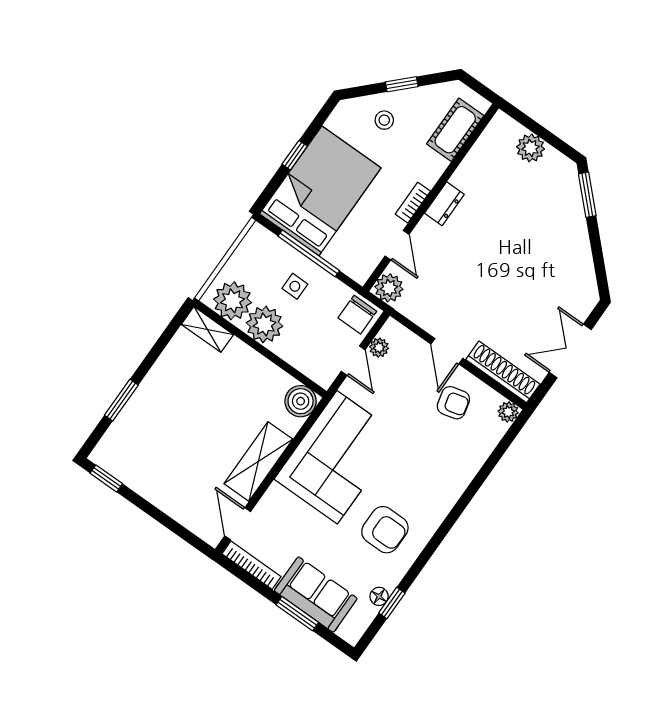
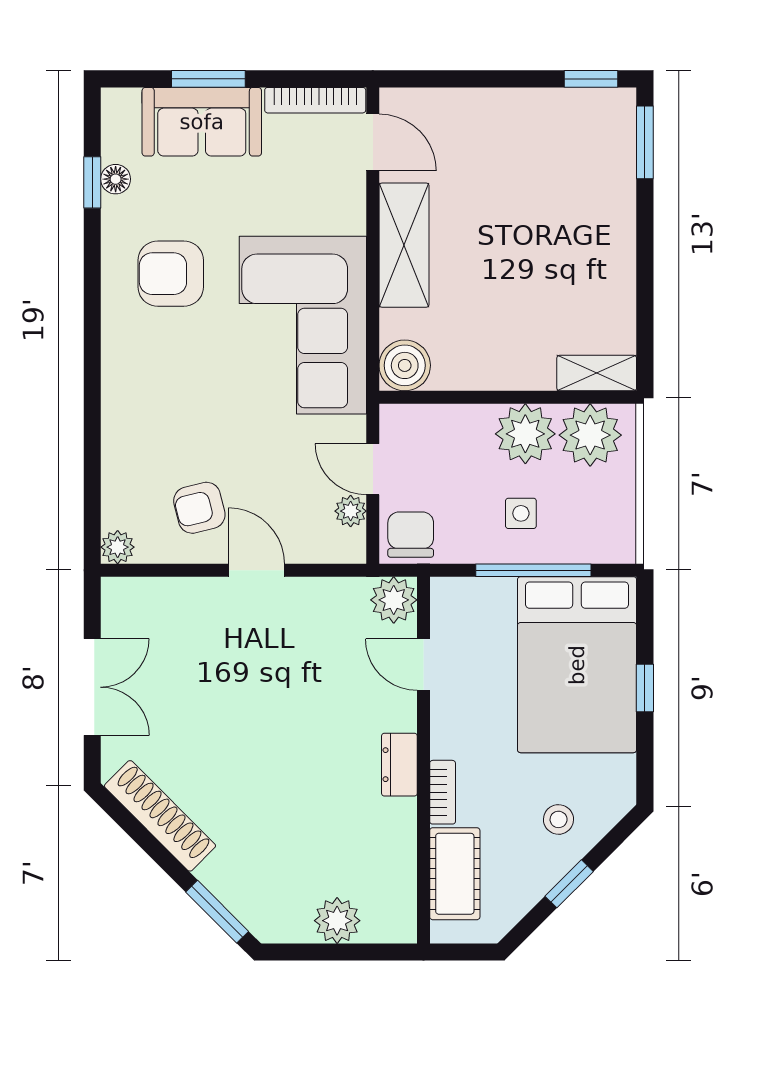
bookcase: (413, 203) -> (443, 792), moved
shoe rack: (503, 372) -> (160, 816), moved, turned -135
window: (121, 400) -> (645, 142), moved

